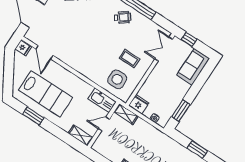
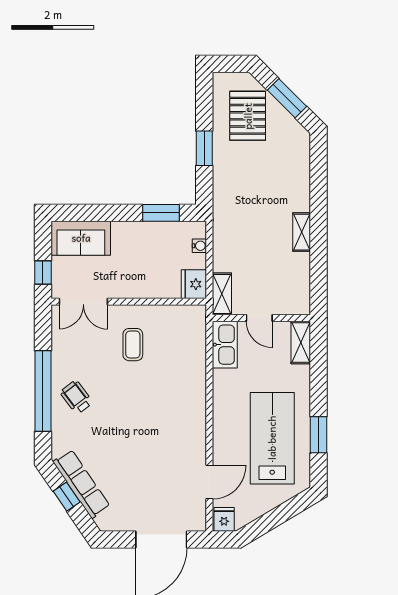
side table: (117, 79) -> (177, 343), removed

